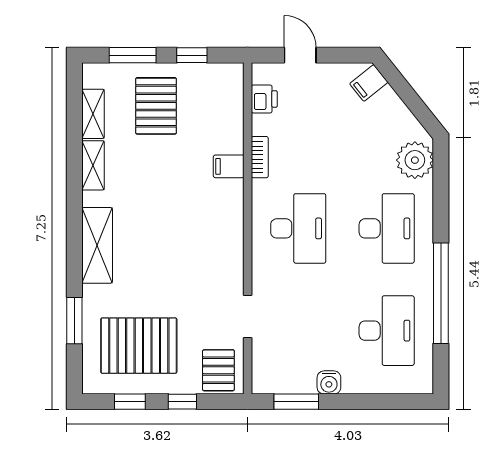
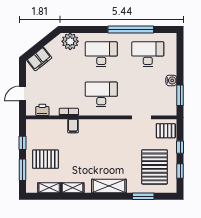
filing cabinet: (369, 83) -> (39, 59), width x2.00

